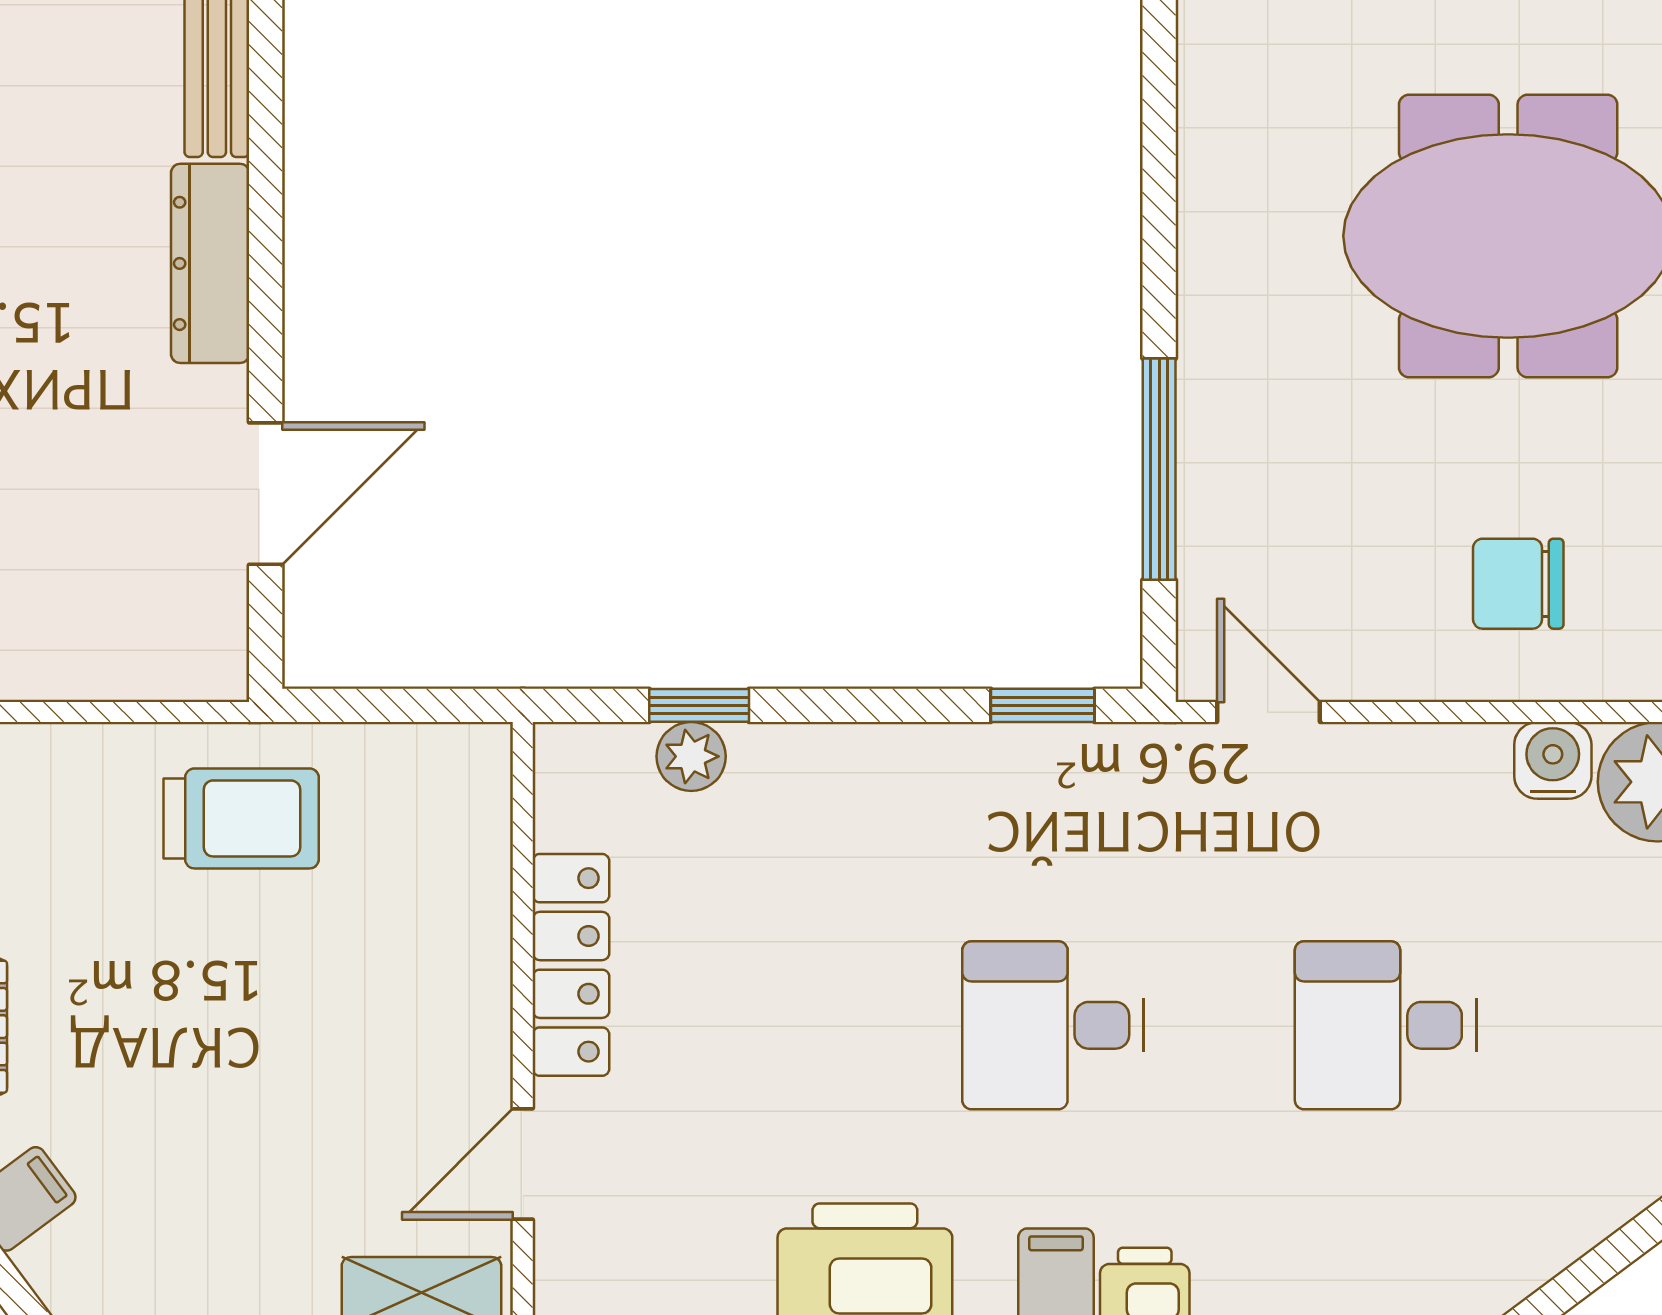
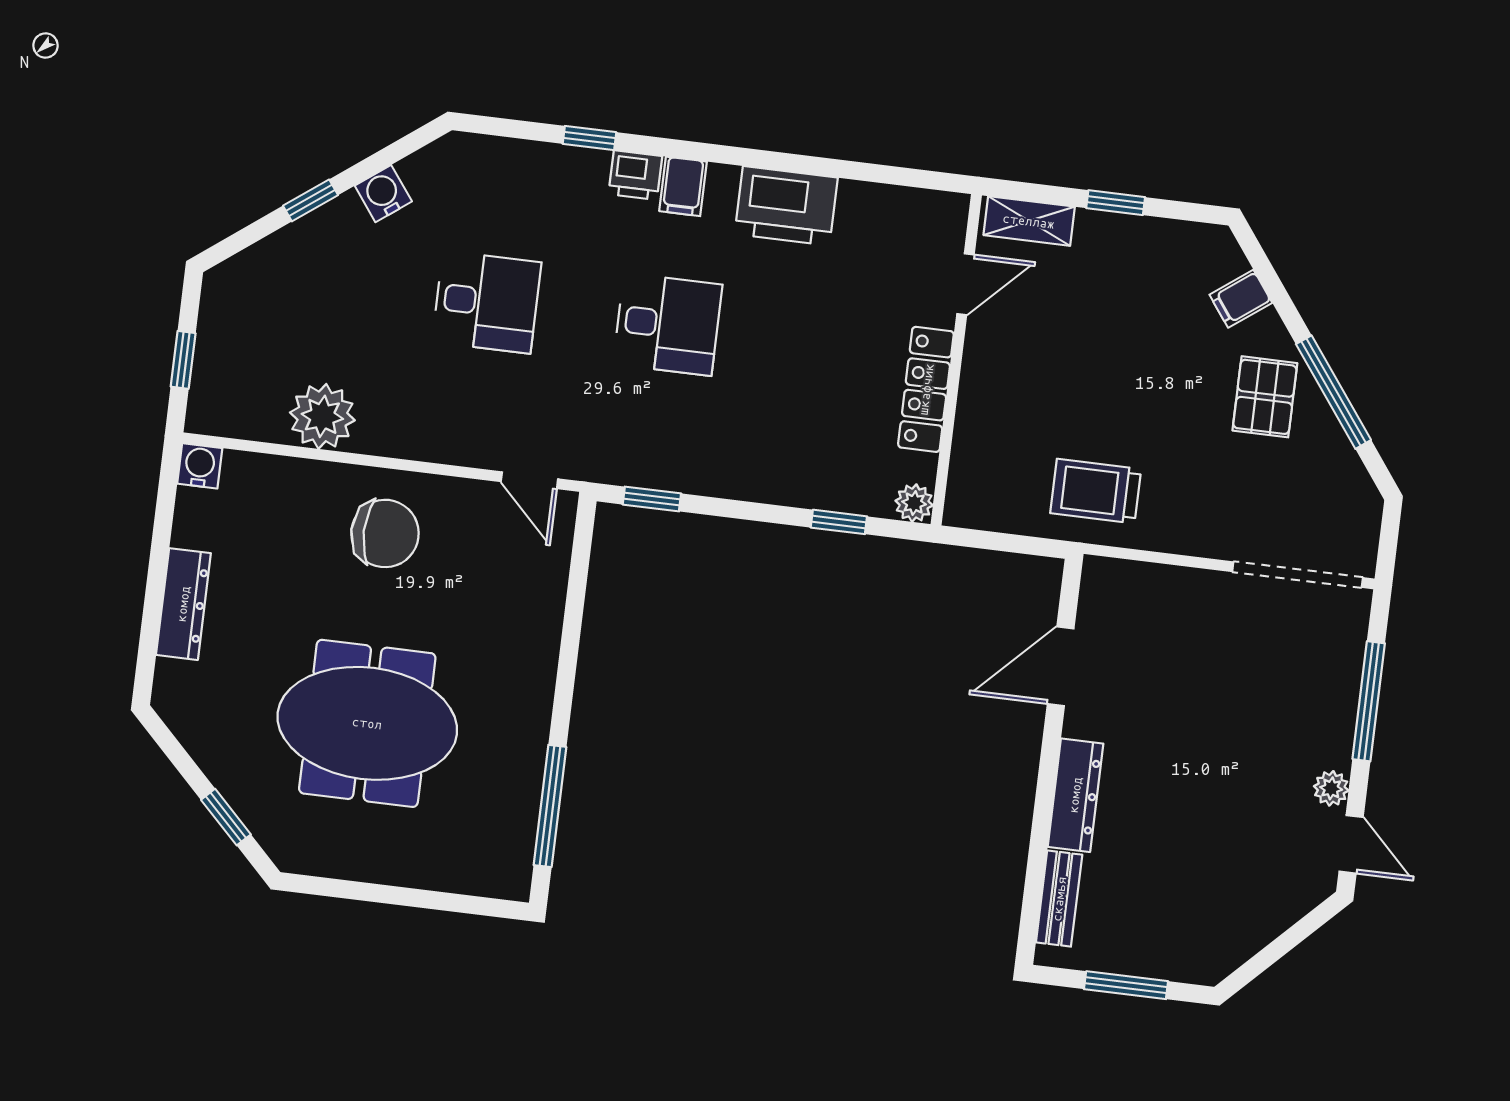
window: (1159, 469) -> (550, 806), moved
chair: (1518, 584) -> (385, 533), width x1.37, depth x1.37
plant: (691, 756) -> (914, 503), moved
water cooler: (1553, 760) -> (383, 194), moved, turned 143

